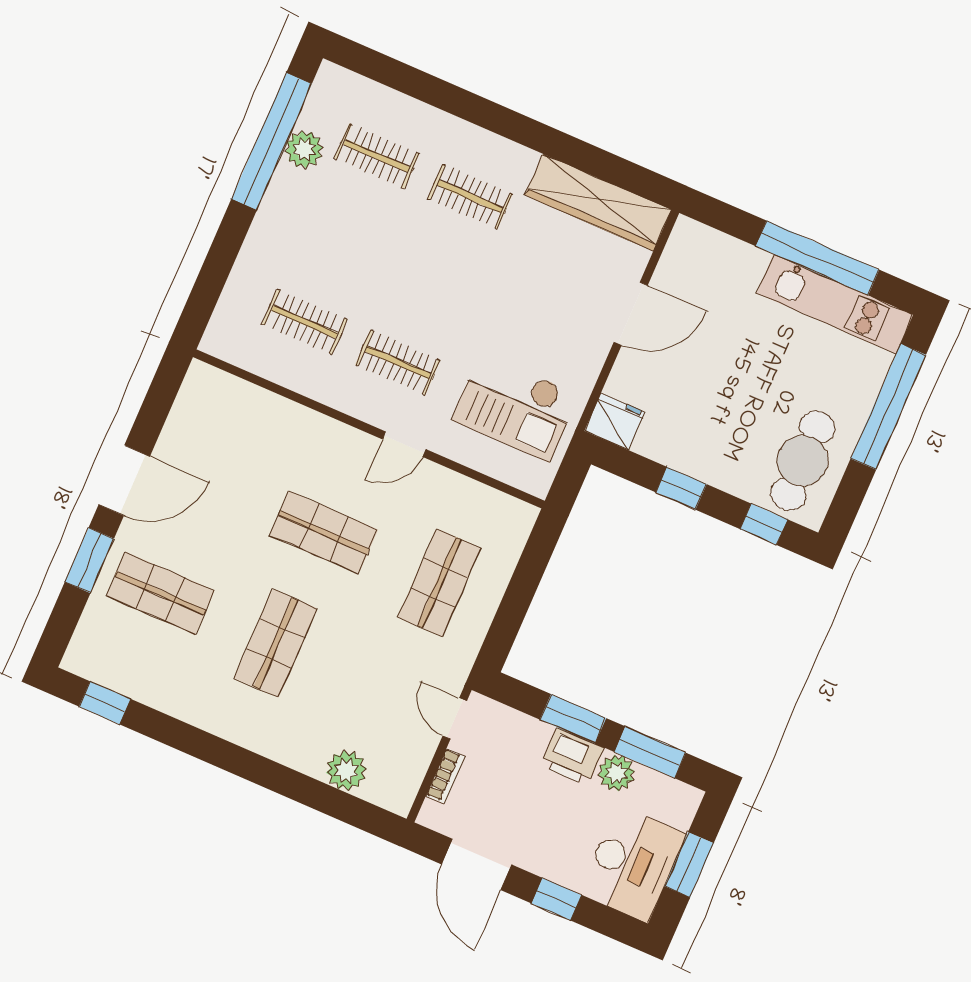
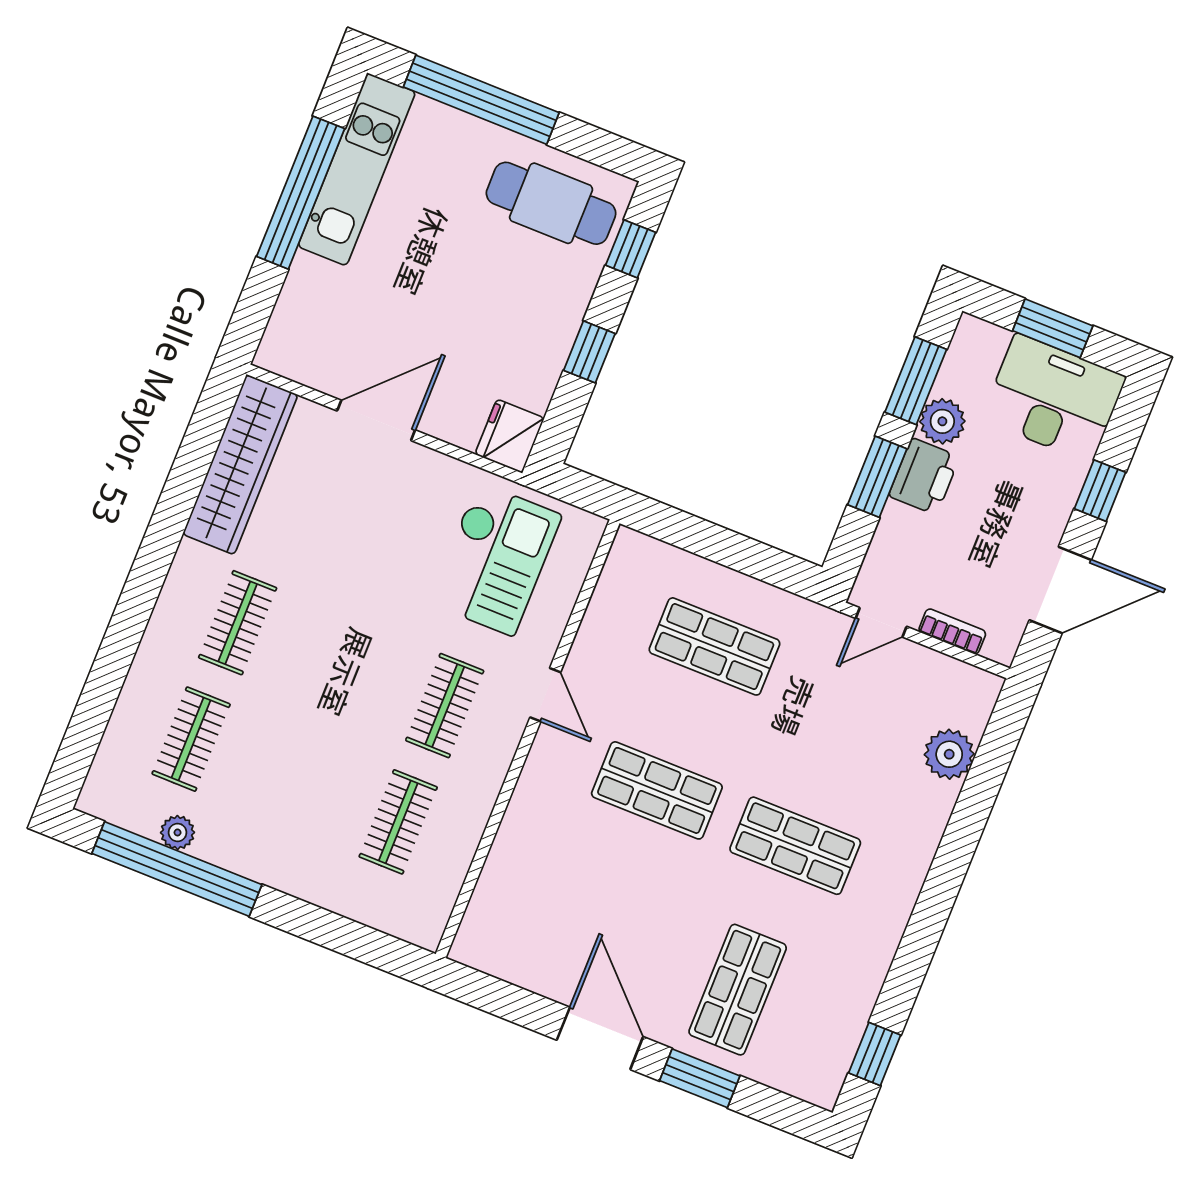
plant: (304, 149) -> (178, 832), width x0.73, depth x0.73
door: (631, 314) -> (376, 420), hinge flipped
shop shelf: (324, 532) -> (657, 790), turned 90

